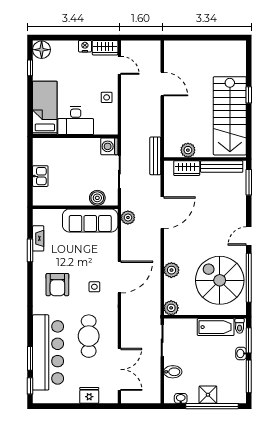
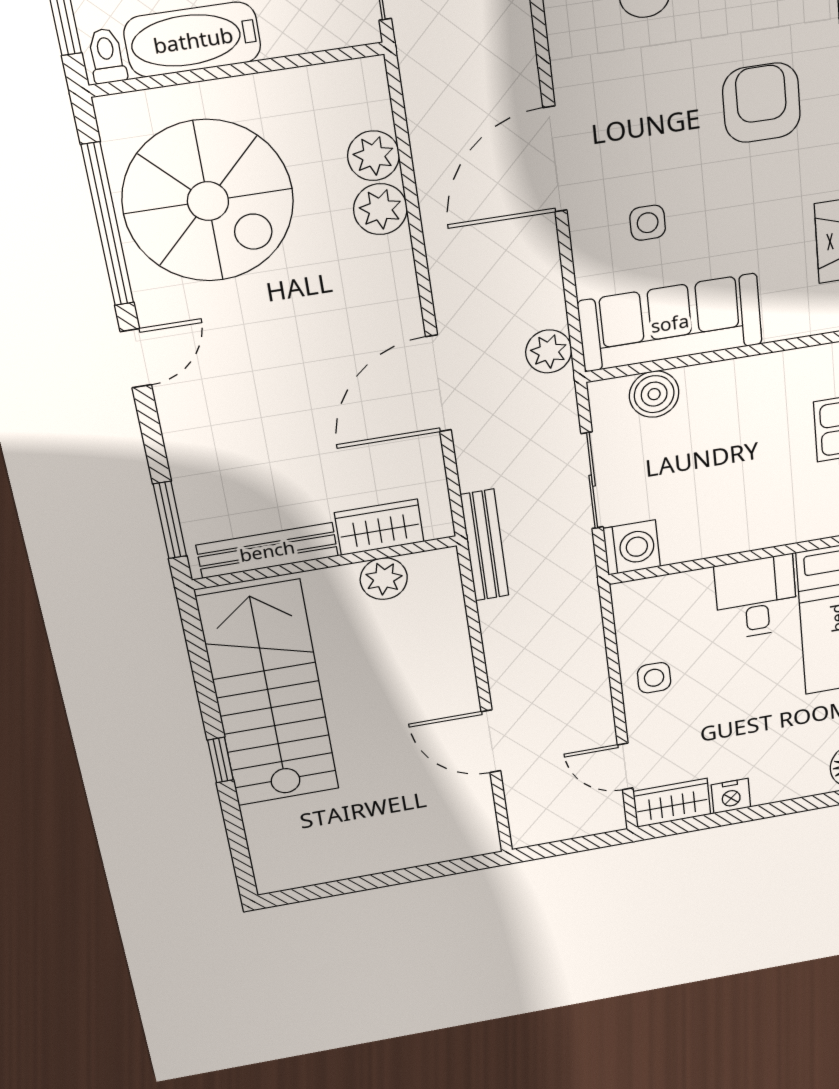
desk: (76, 121) -> (756, 597), width x0.73
side table: (94, 287) -> (648, 223), moved
plant: (171, 308) -> (373, 156), moved

